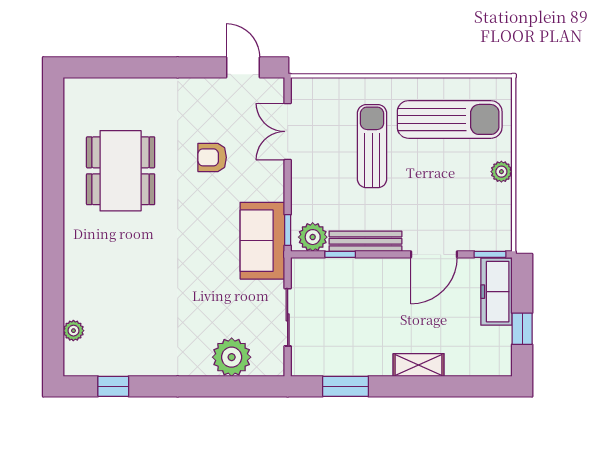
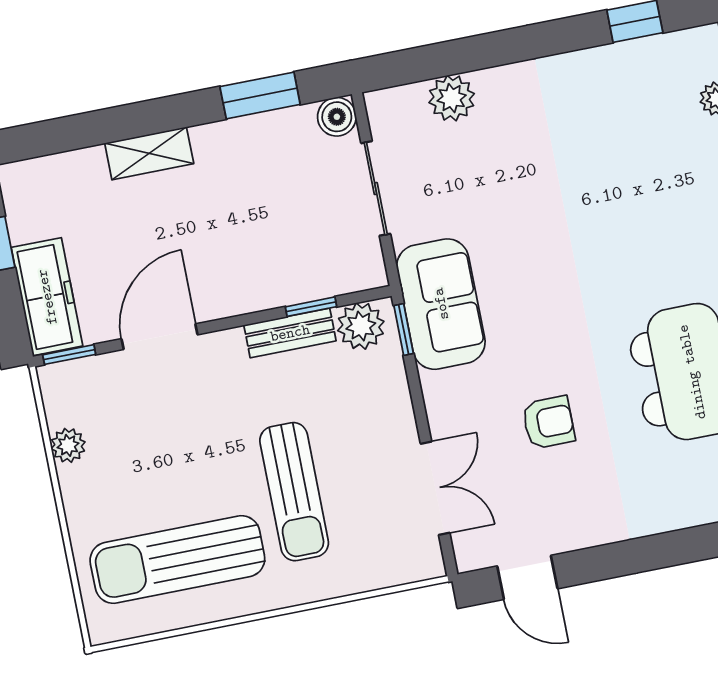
plant: (501, 172) -> (68, 445), moved
bench: (365, 241) -> (290, 333), width x0.73
plant: (232, 357) -> (452, 98), width x0.73, depth x0.73
boiler: (302, 365) -> (337, 117), added

